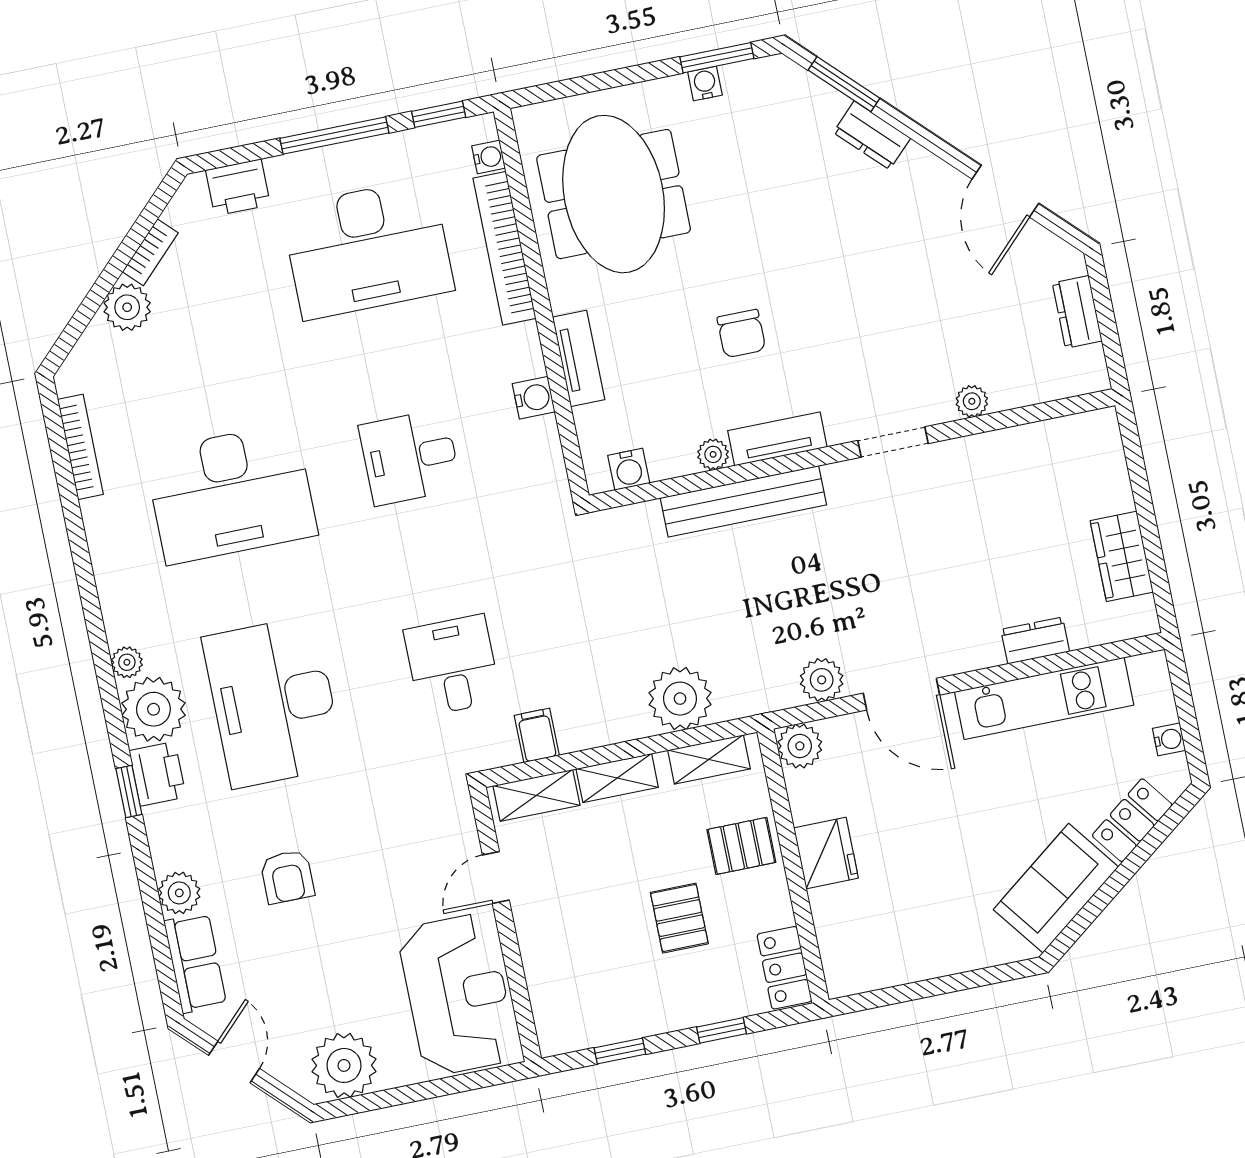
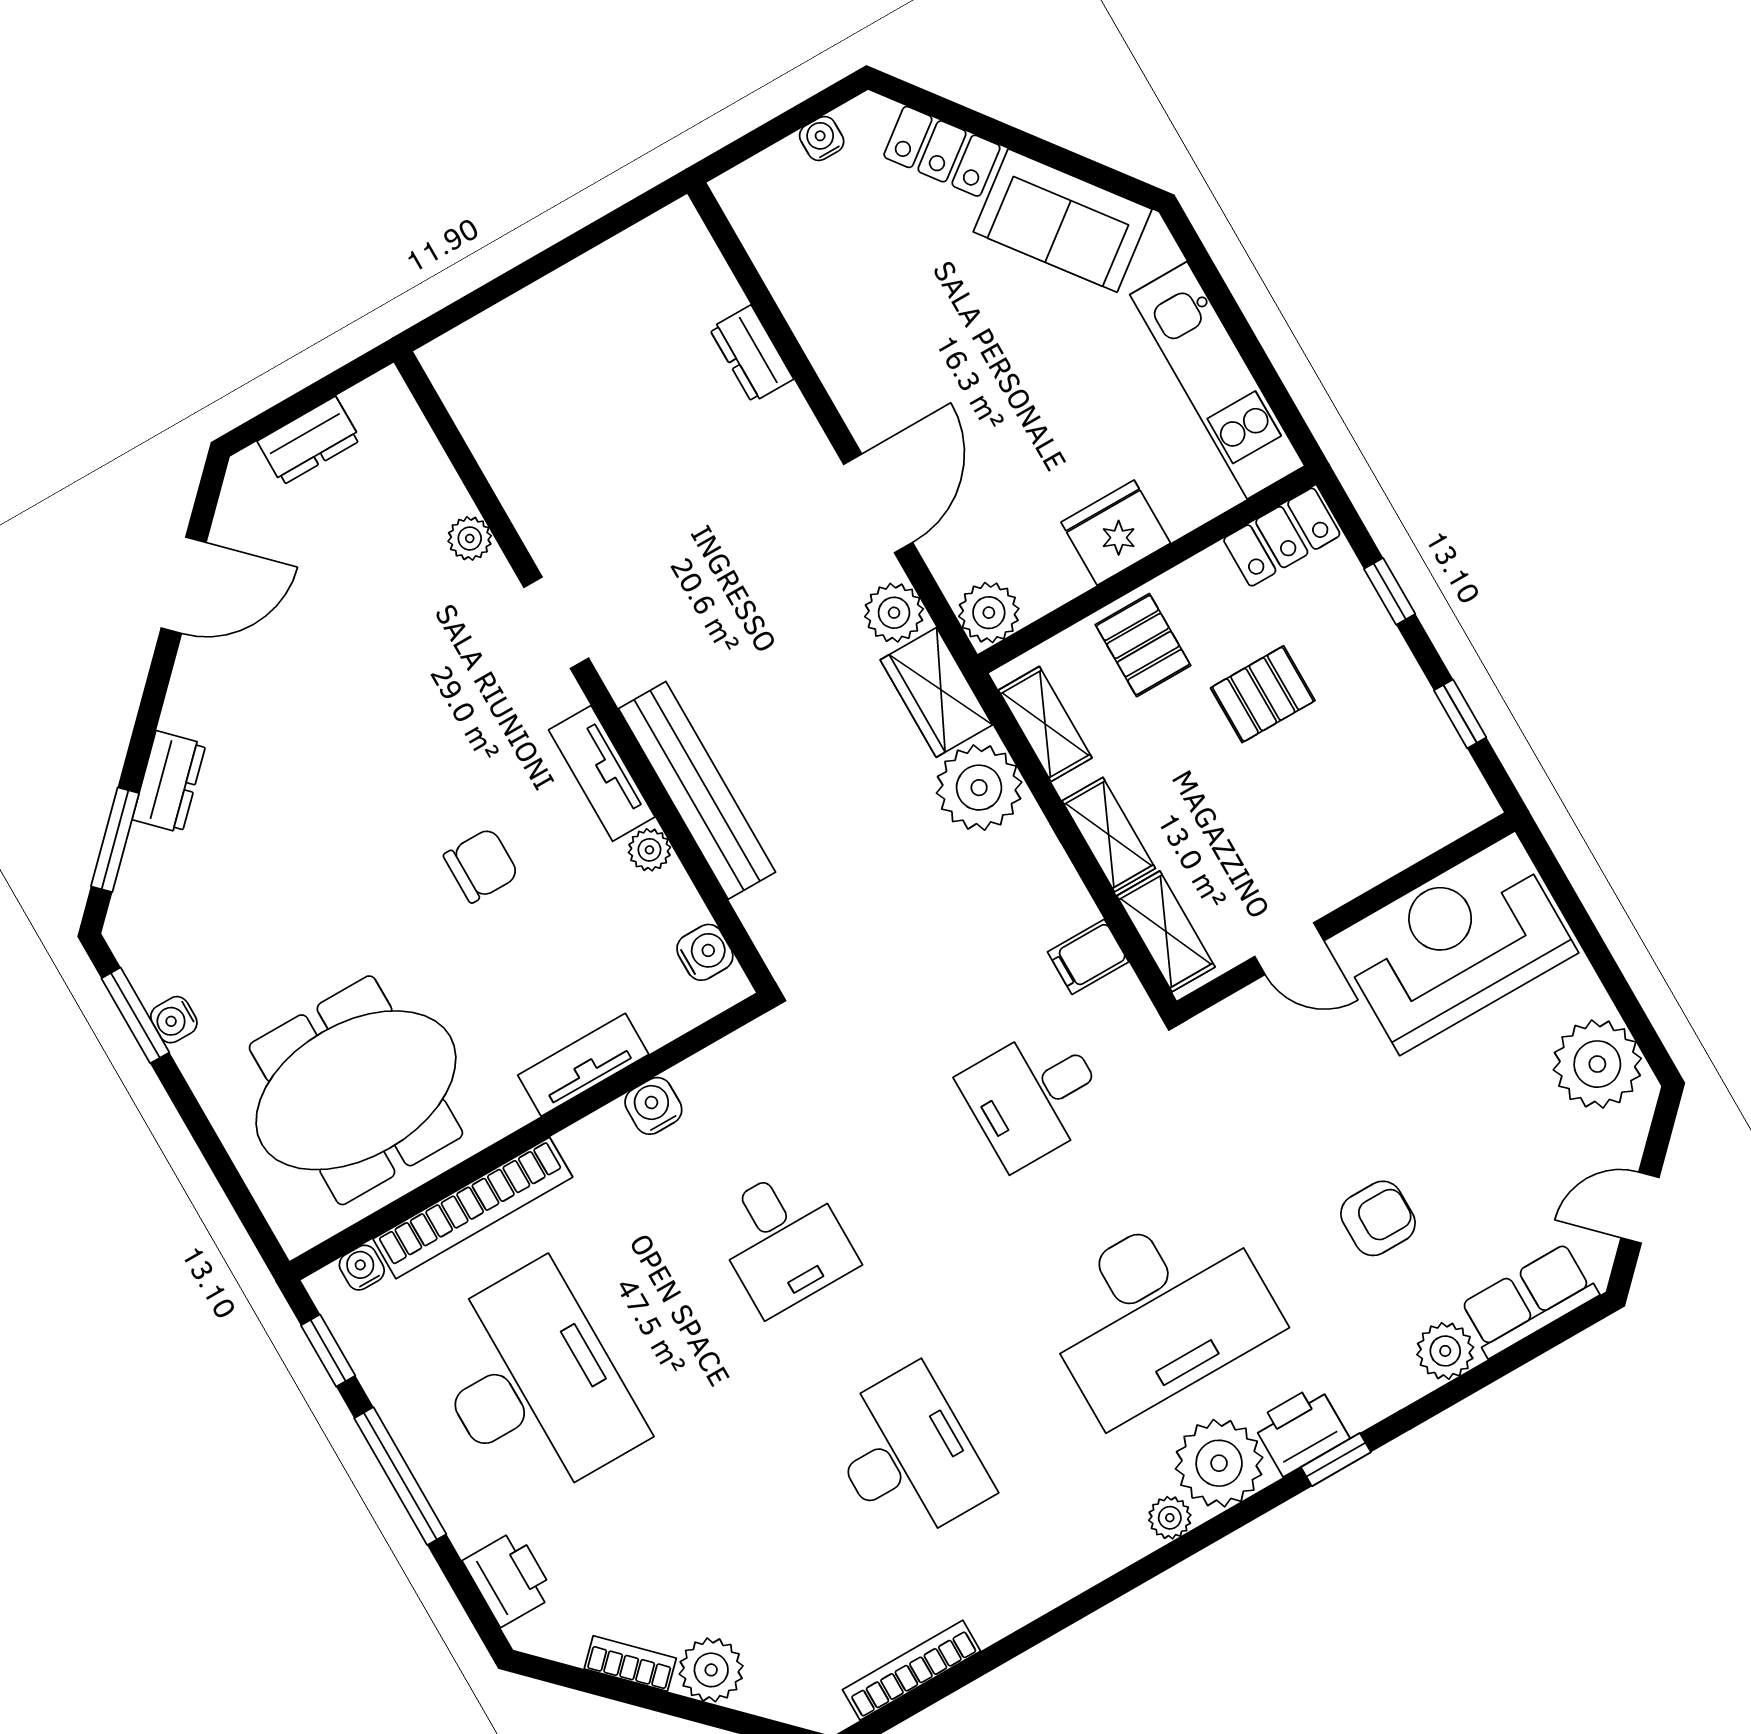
desk: (231, 494) -> (907, 1456), width x0.73, depth x0.77
wardrobe: (1122, 556) -> (936, 692), moved, turned 90
kitchen unit: (1044, 698) -> (1217, 380), moved, turned 180

